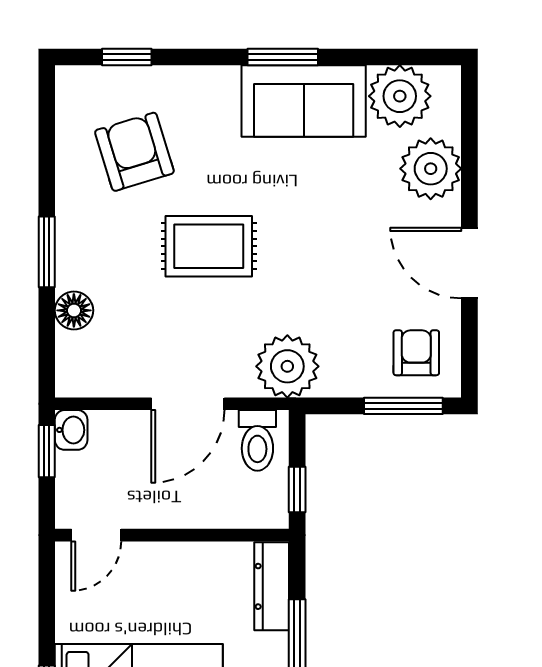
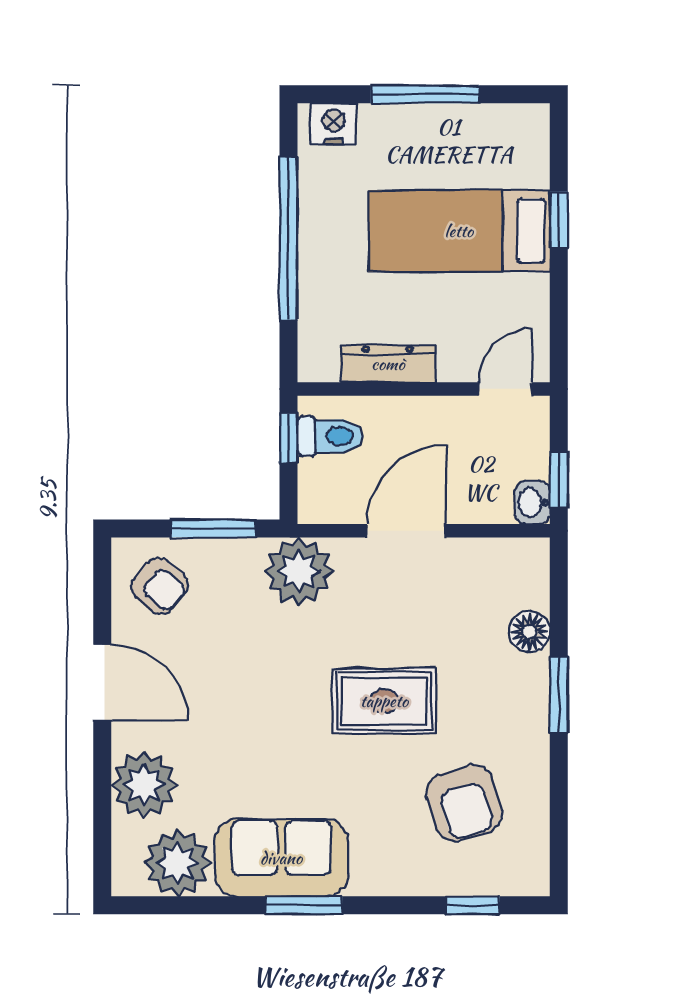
armchair: (416, 353) -> (160, 586), turned -50
window: (403, 406) -> (213, 529), moved
toilet: (257, 440) -> (330, 436), moved, turned 90
dresser: (272, 586) -> (388, 364), moved, turned -90

